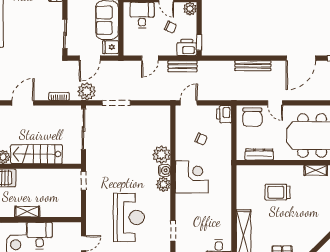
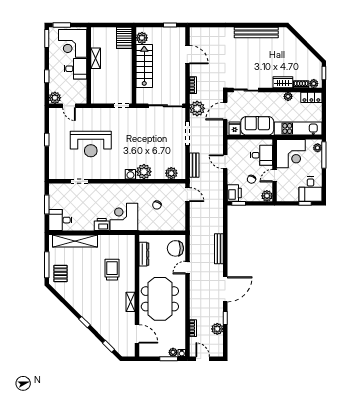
door: (90, 58) -> (225, 111), hinge flipped
door: (301, 58) -> (225, 289), swing flipped
bench: (183, 66) -> (194, 165), moved
printer: (224, 114) -> (102, 225), moved
corner desk: (192, 177) -> (124, 217), moved, turned 180
plant: (163, 184) -> (171, 173), moved

